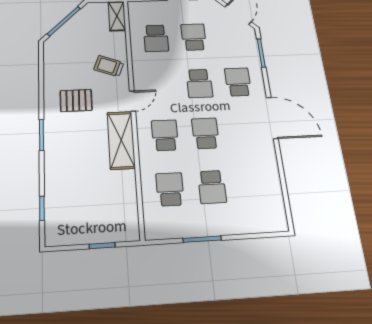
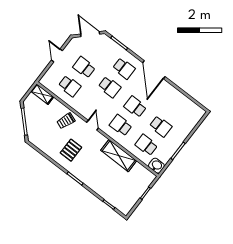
school desk: (238, 82) -> (124, 68), turned 180
door: (272, 118) -> (154, 70), swing flipped
shelving: (121, 140) -> (119, 156), moved
washbasin: (155, 227) -> (156, 166), added

